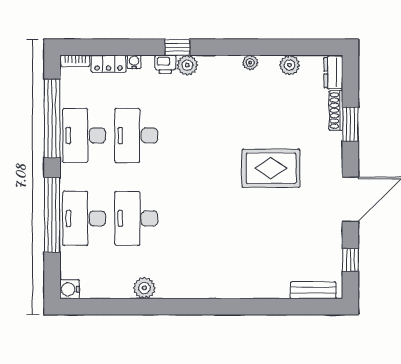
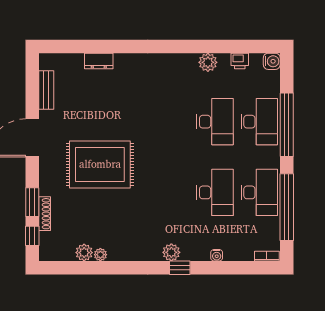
plant: (250, 63) -> (100, 255), moved
locker: (108, 64) -> (239, 254), removed
printer: (165, 64) -> (240, 61), moved, turned 180
dresser: (333, 73) -> (99, 61), moved, turned 90
rug: (271, 168) -> (100, 164), width x1.37, depth x1.44
window: (350, 260) -> (32, 236), moved
bench: (313, 290) -> (46, 90), moved, turned 90

